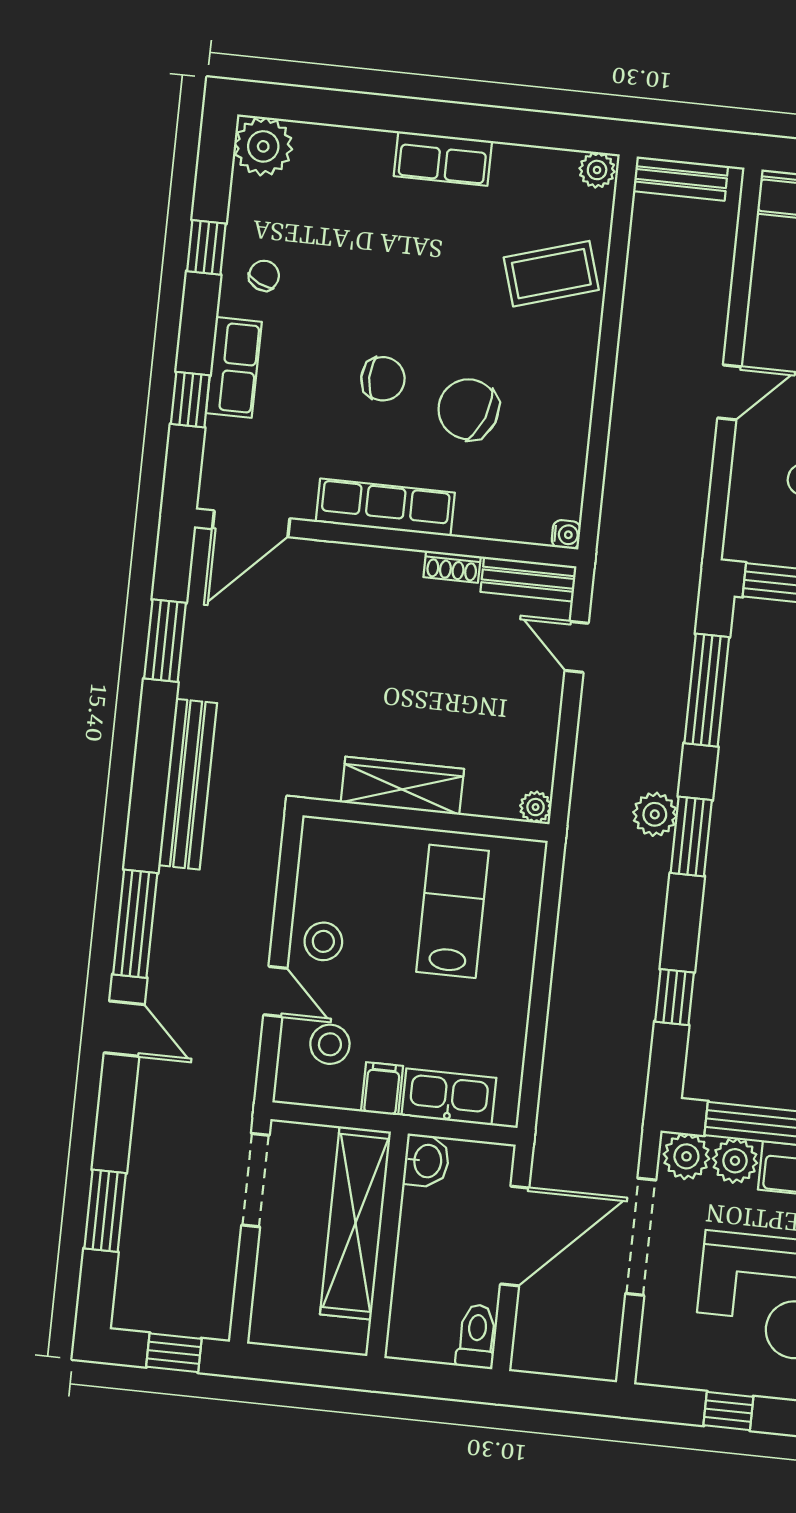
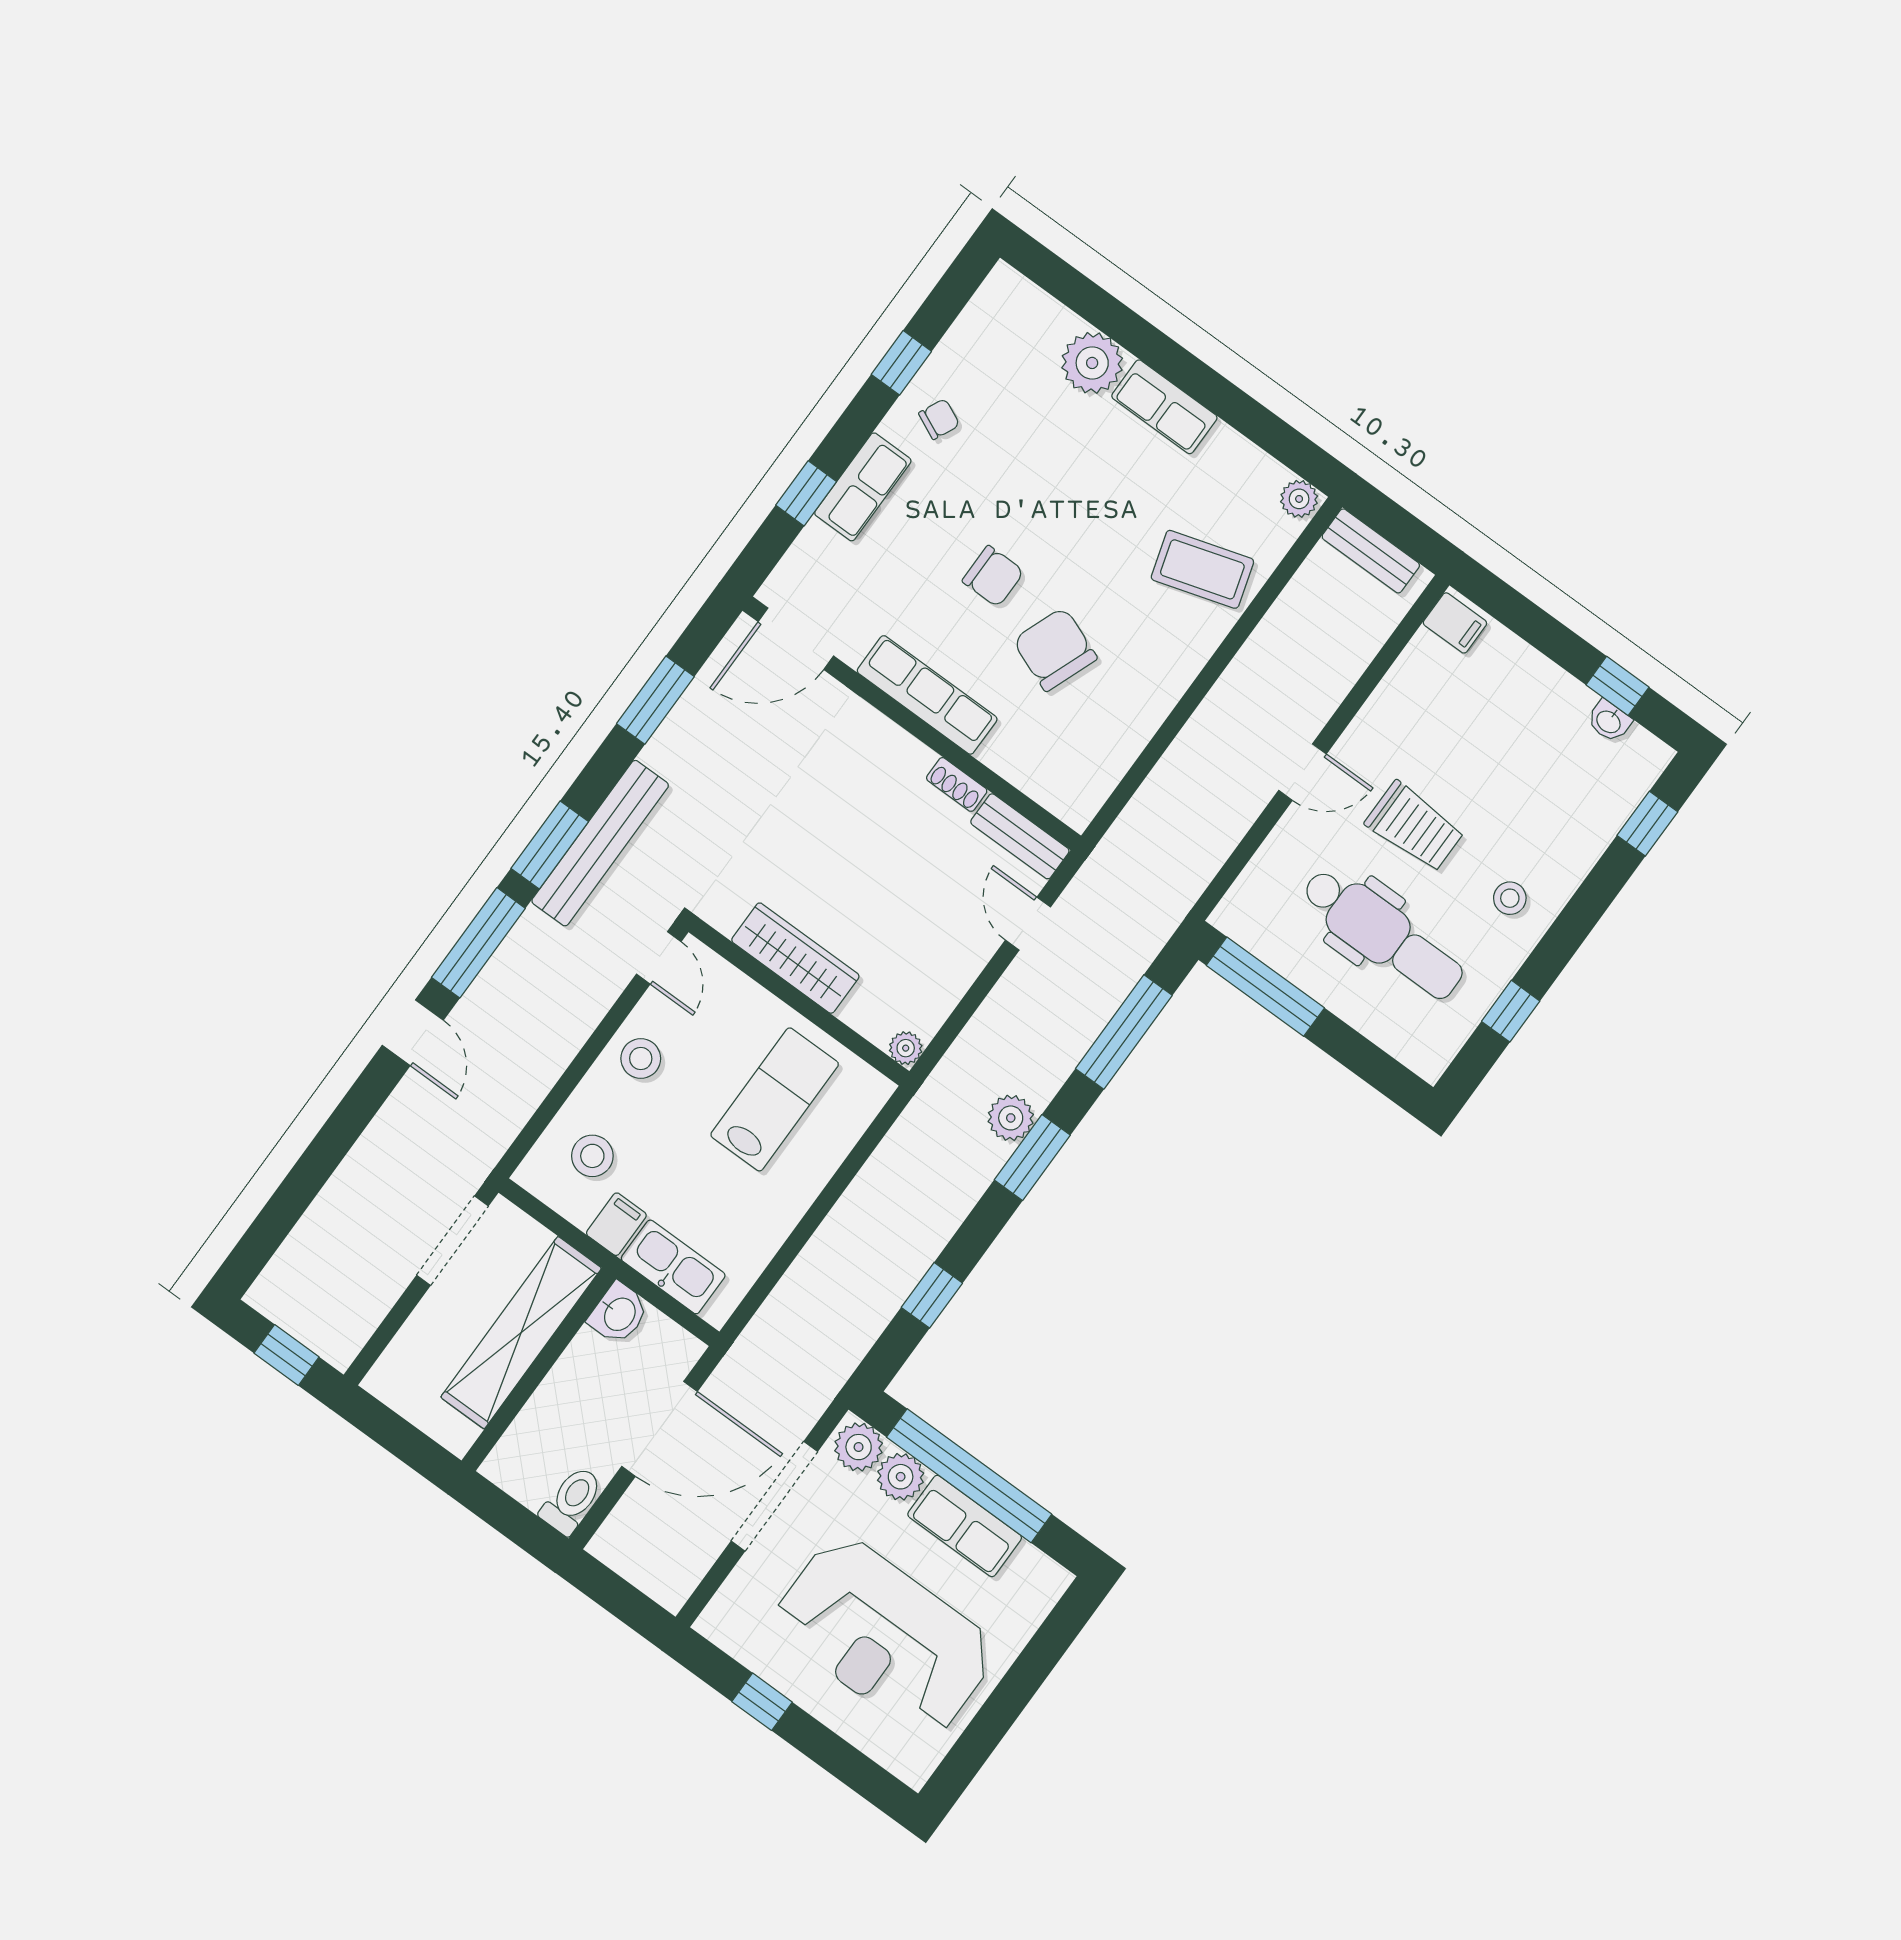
plant: (263, 146) -> (1092, 363), moved
water cooler: (566, 535) -> (1078, 815), removed
door: (275, 991) -> (659, 958), moved
window: (105, 1211) -> (550, 845), moved

